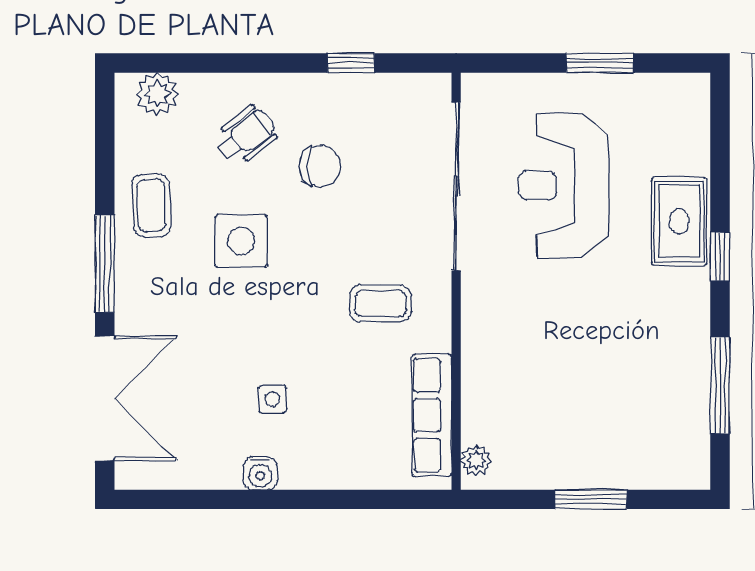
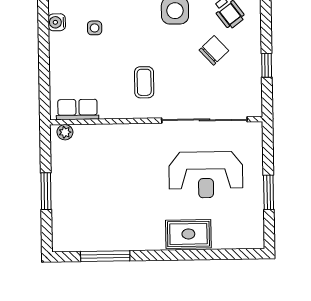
chair: (320, 166) -> (214, 50), turned -133
reception desk: (564, 186) -> (206, 175), turned 180
window: (720, 256) -> (171, 255), removed
row of seats: (432, 415) -> (77, 109), width x0.68

